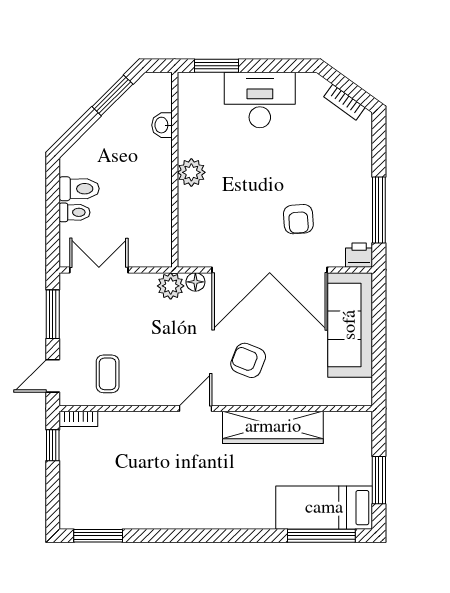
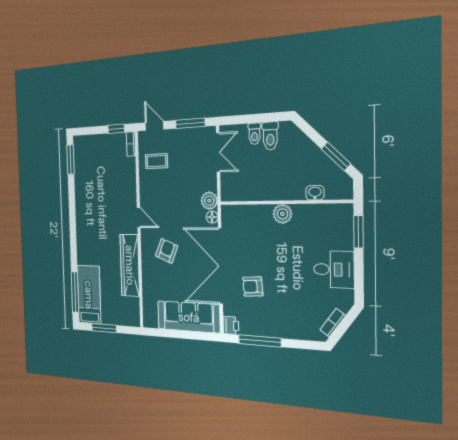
desk: (260, 100) -> (334, 269), width x0.73

